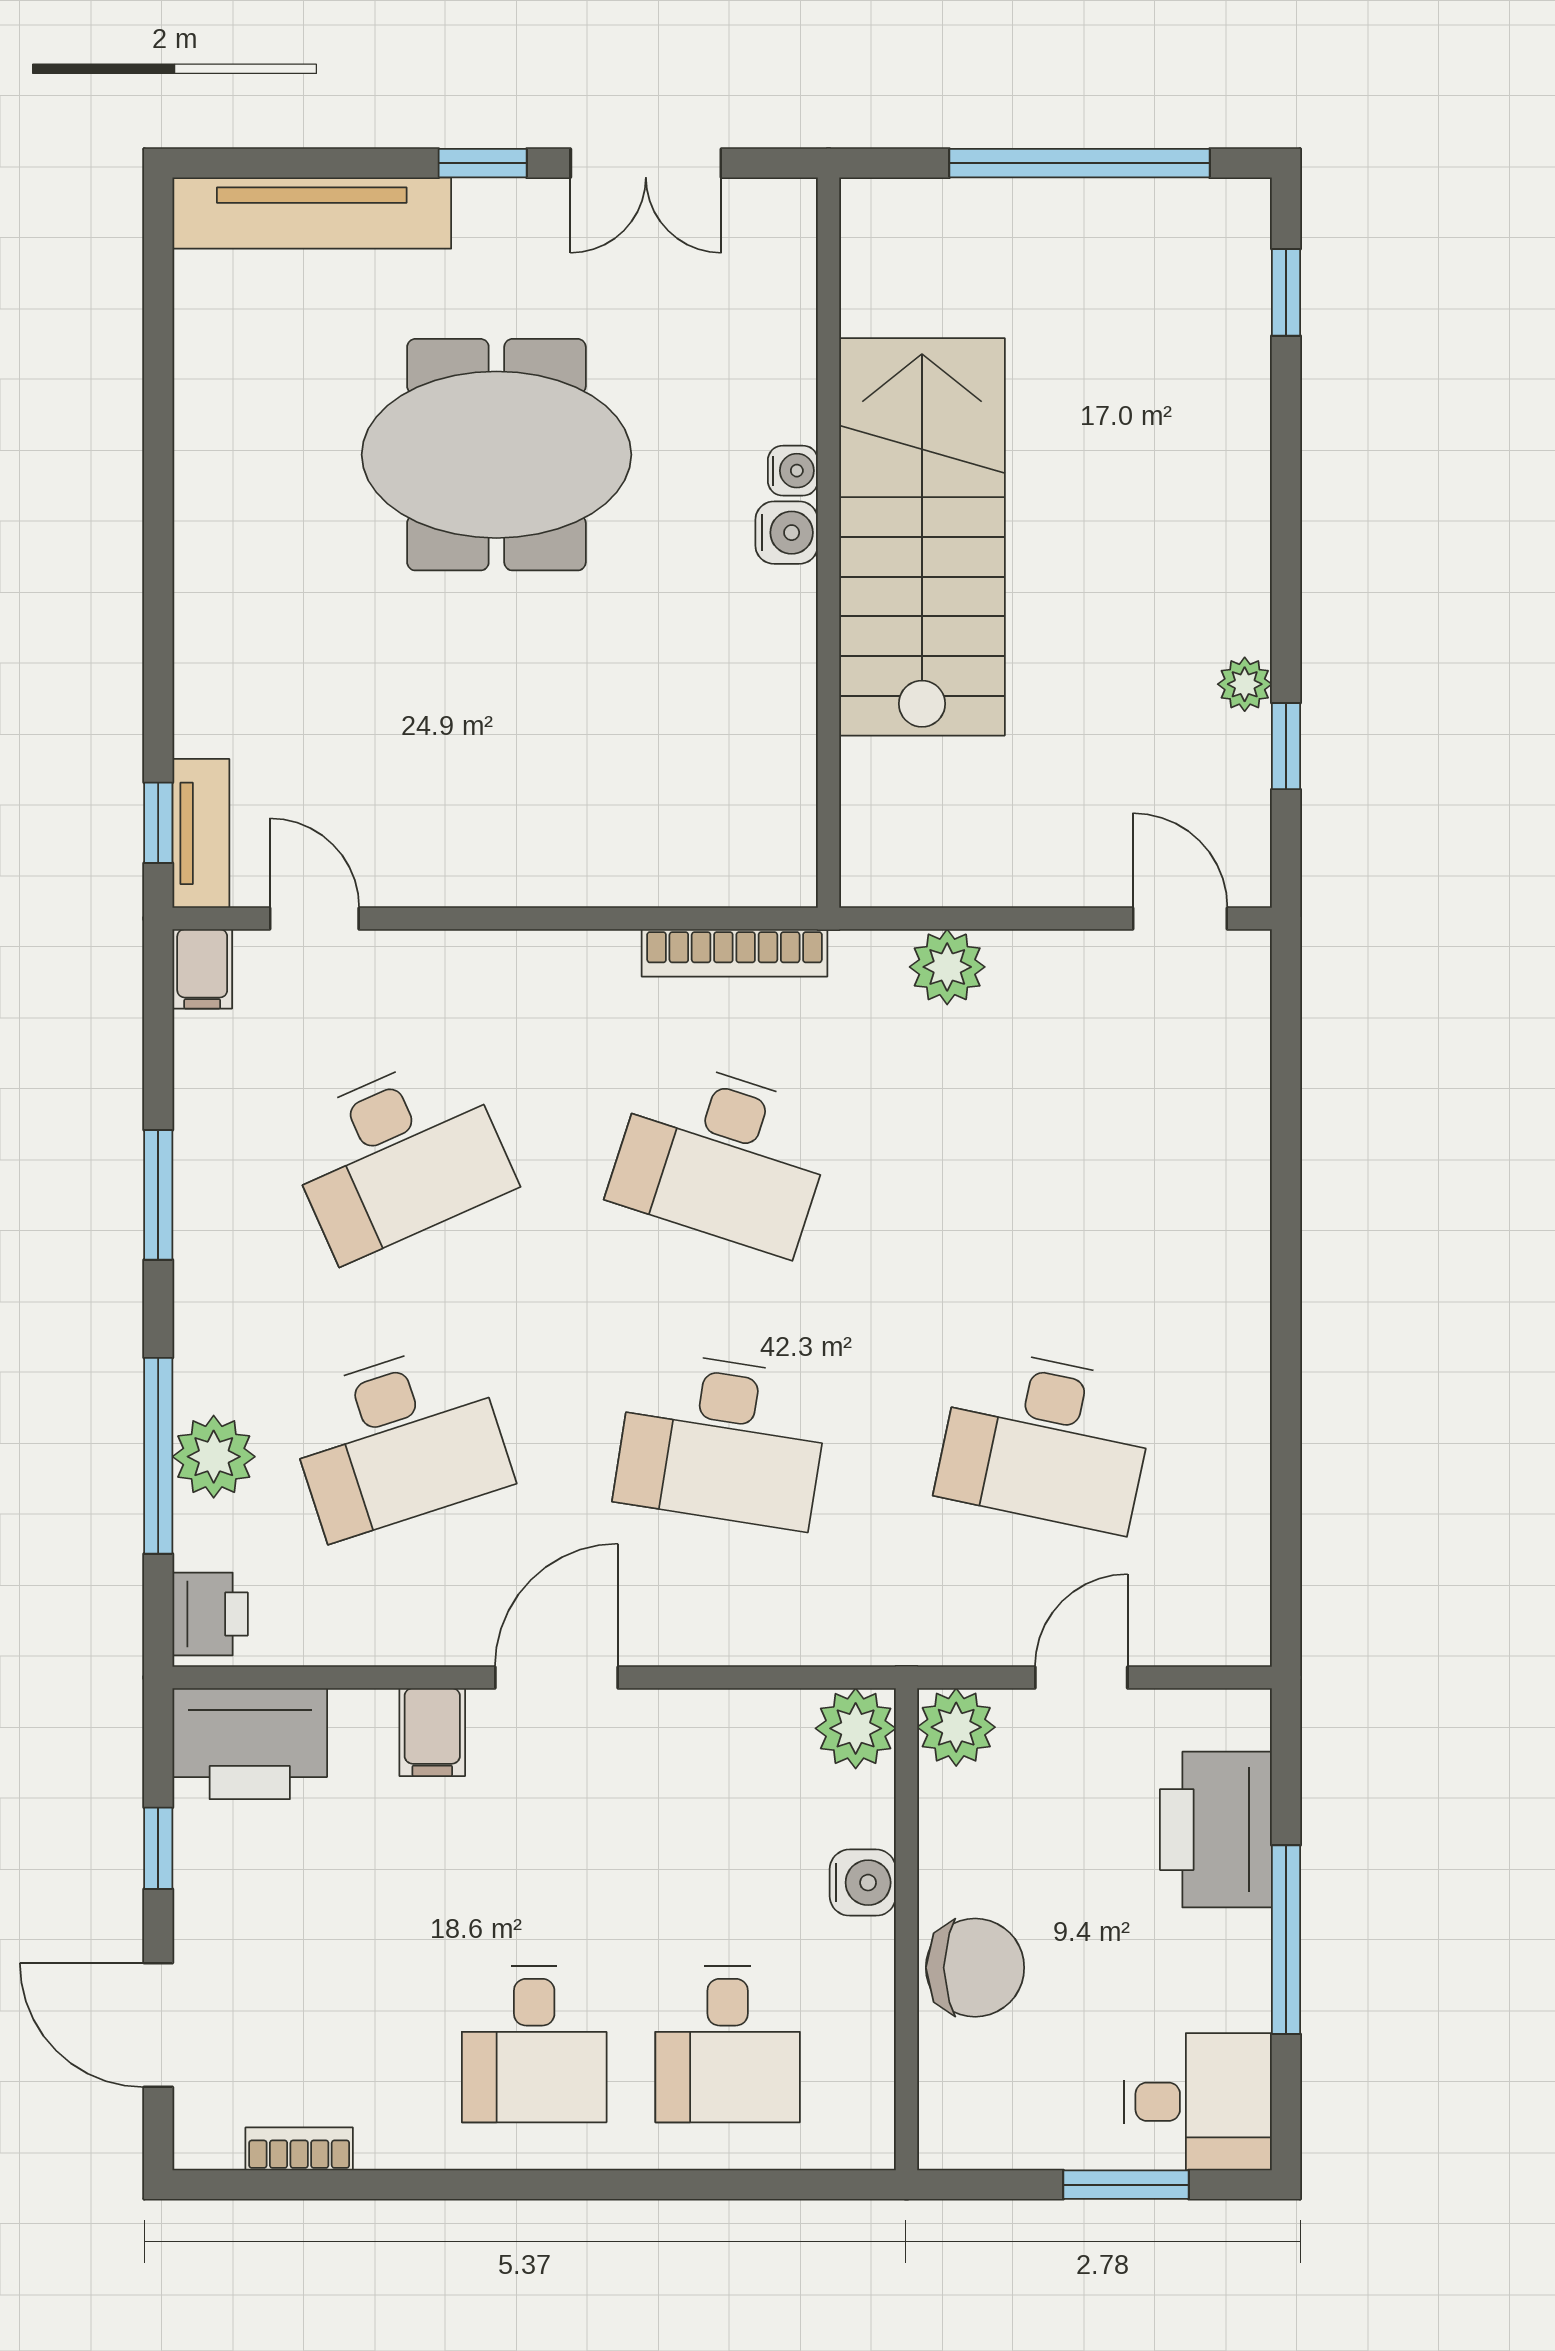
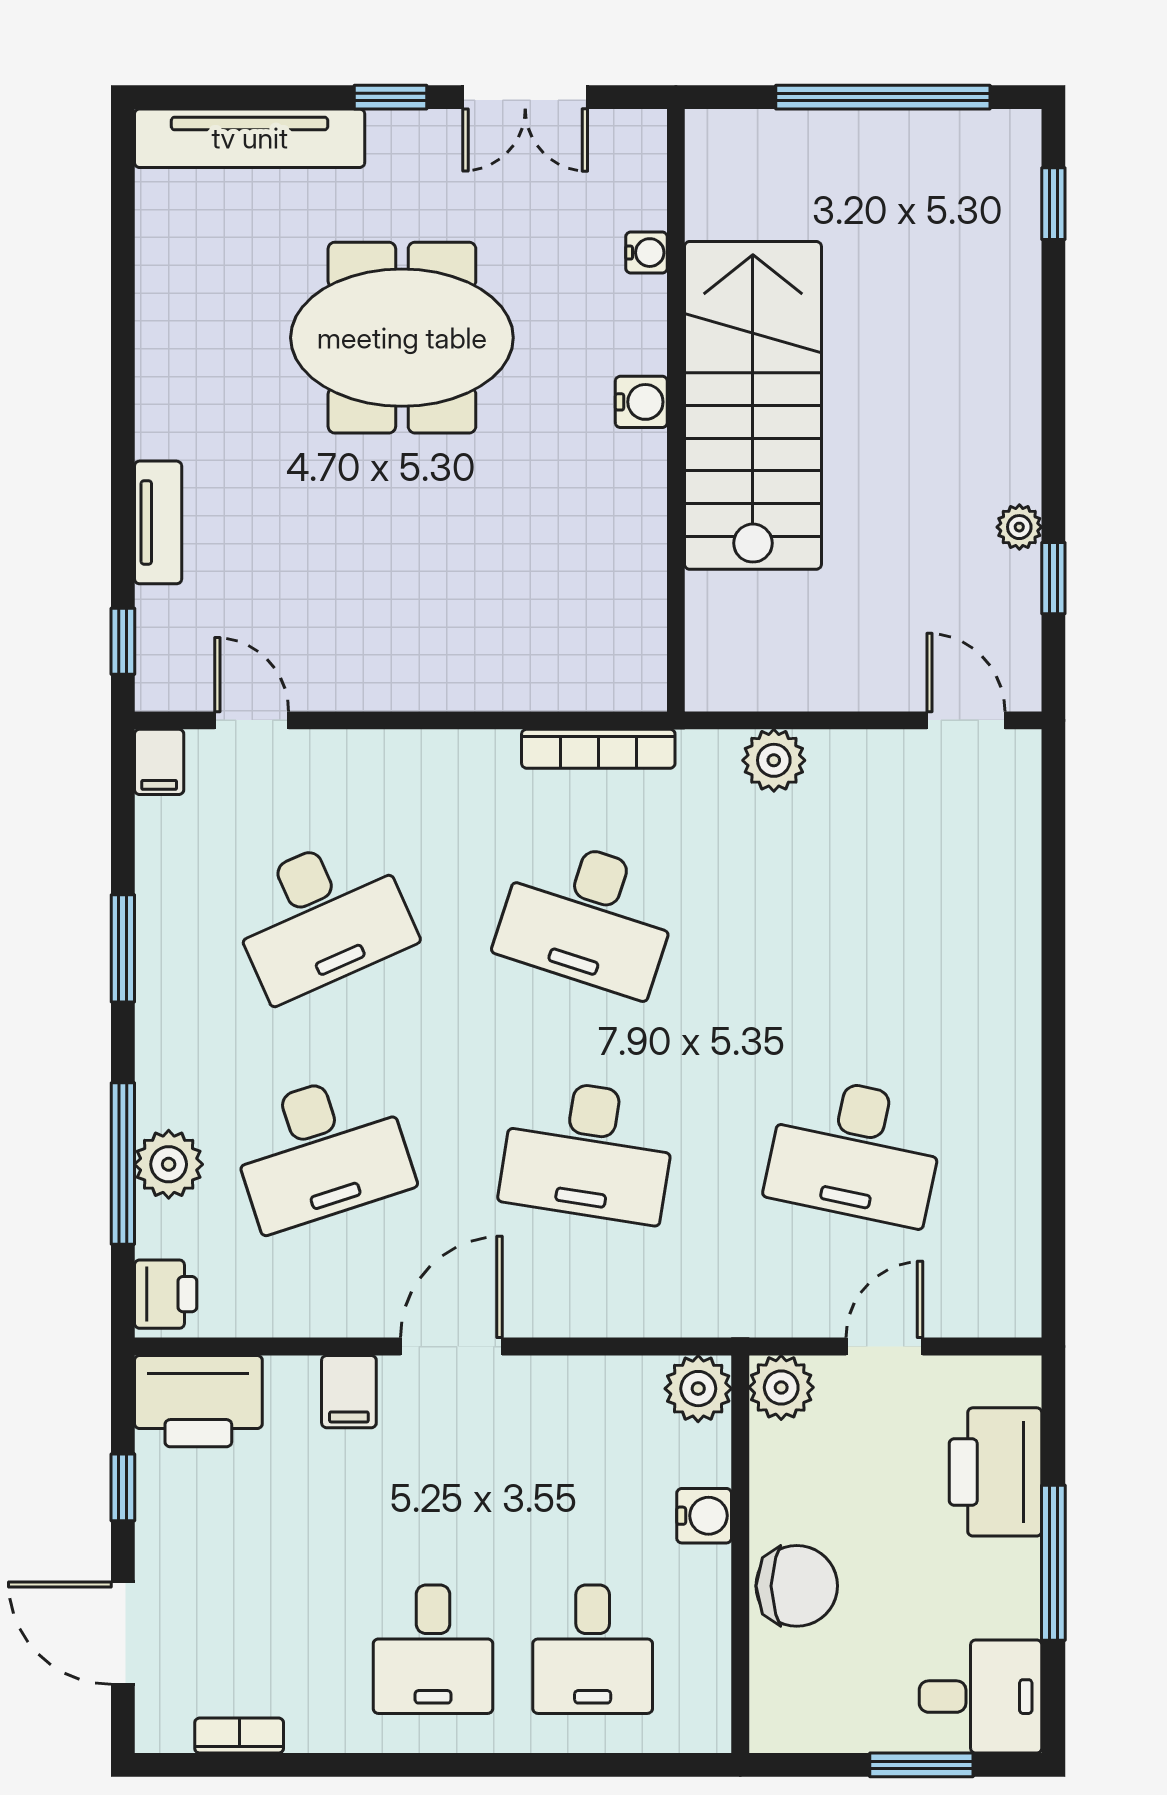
water cooler: (793, 471) -> (646, 253), moved
tv unit: (201, 833) -> (158, 522), moved

